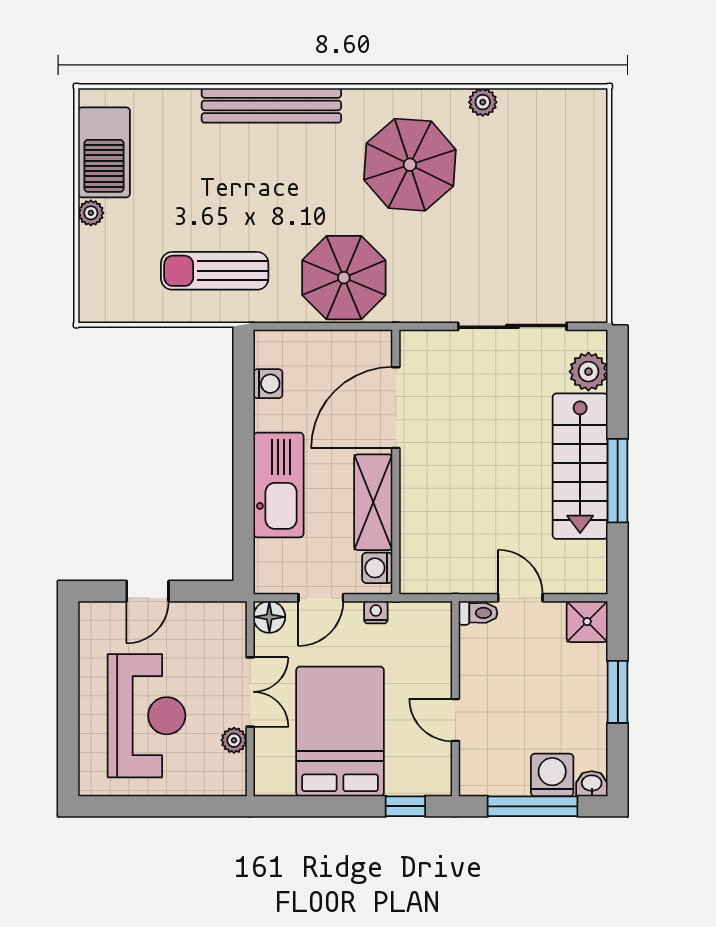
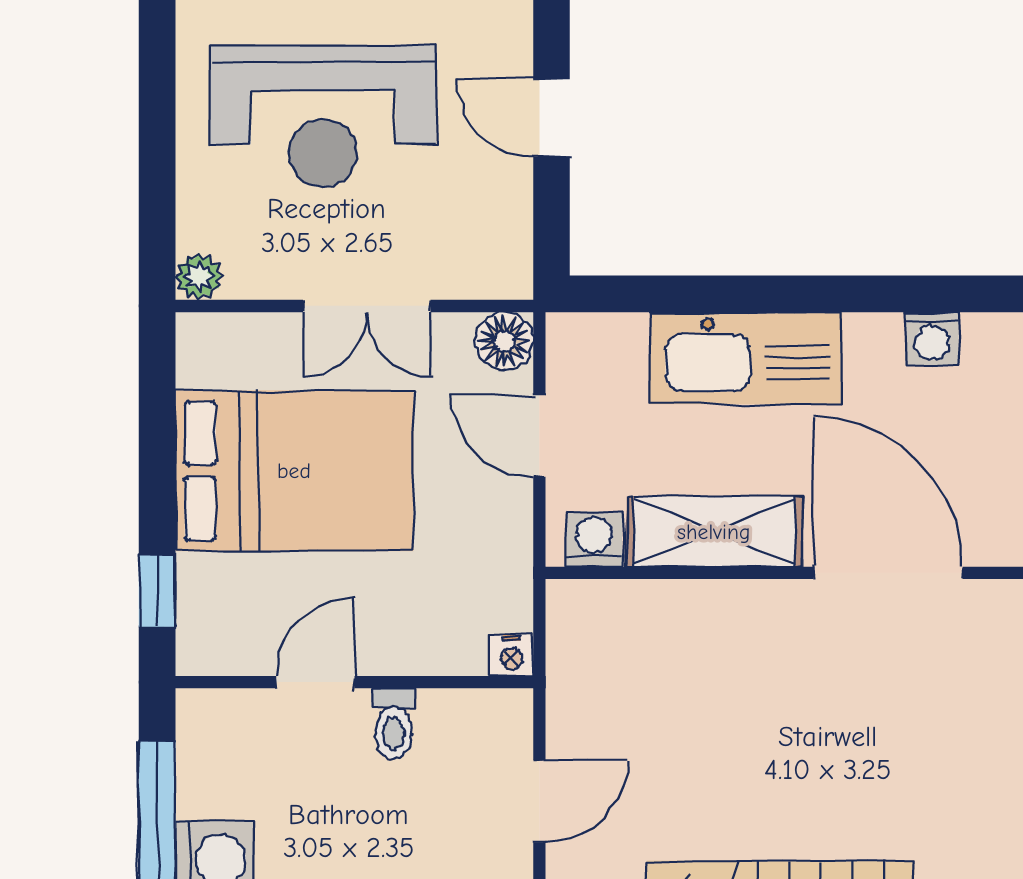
nightstand: (376, 612) -> (512, 656), moved, turned 90
toilet: (478, 613) -> (393, 724), moved
plant: (234, 740) -> (199, 276), moved

